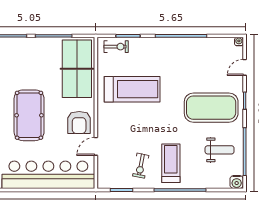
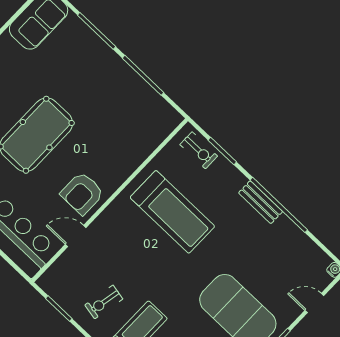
bench: (171, 43) -> (261, 202), added
table tennis table: (77, 69) -> (134, 134), removed

